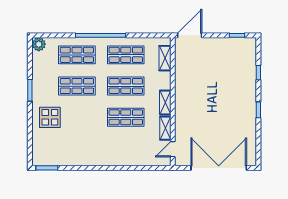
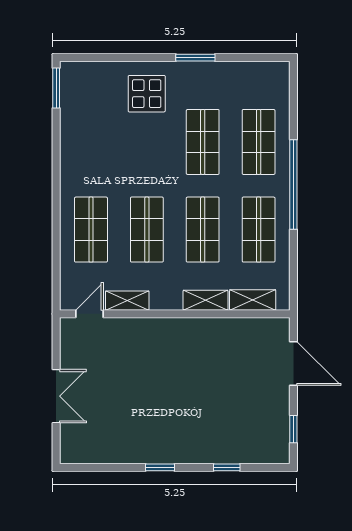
door: (190, 35) -> (293, 364), moved
plant: (39, 44) -> (278, 74), removed
shelving: (165, 103) -> (205, 300), moved
shop shelf: (126, 148) -> (91, 230), added
door: (173, 149) -> (89, 314), hinge flipped
double door: (219, 168) -> (56, 396), width x0.54

